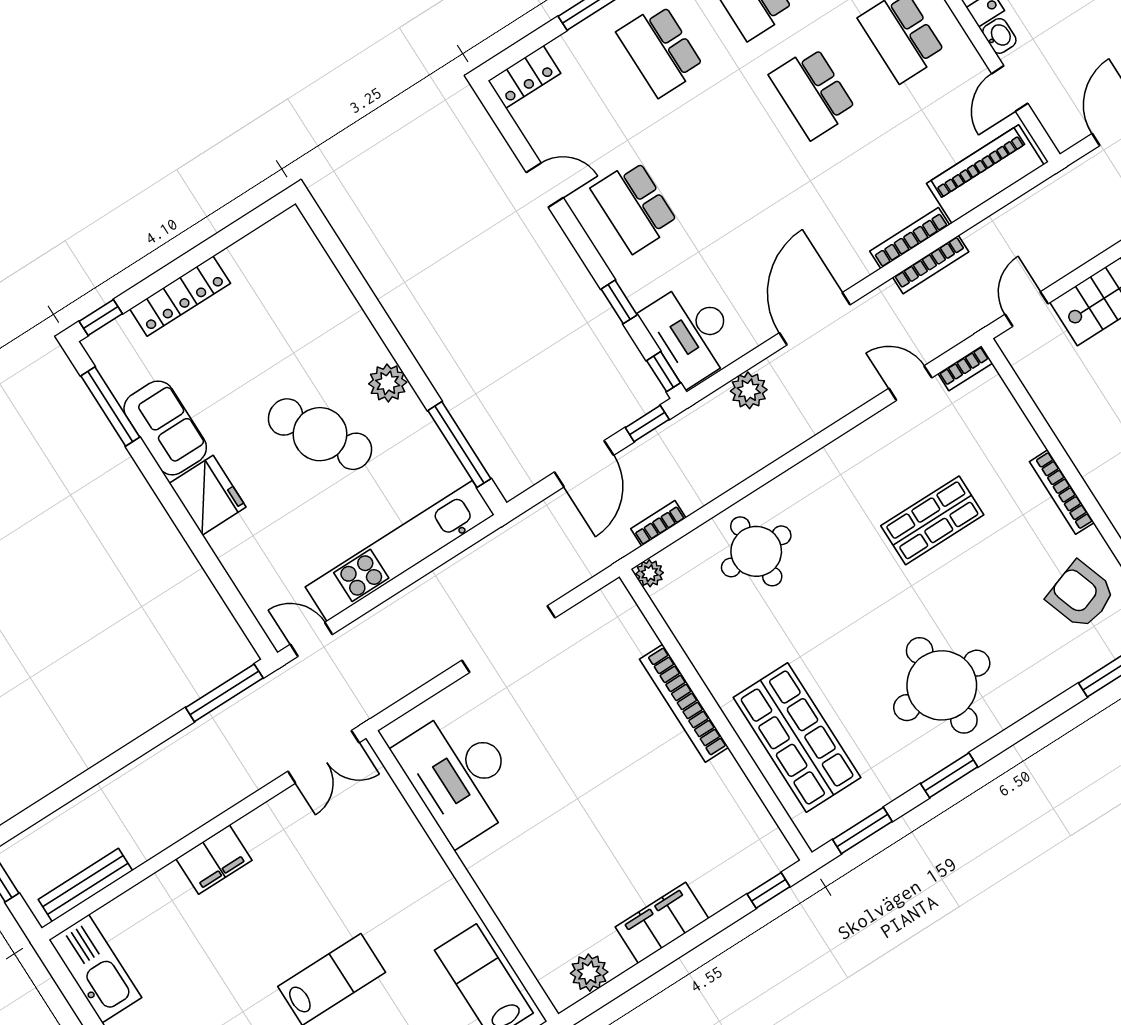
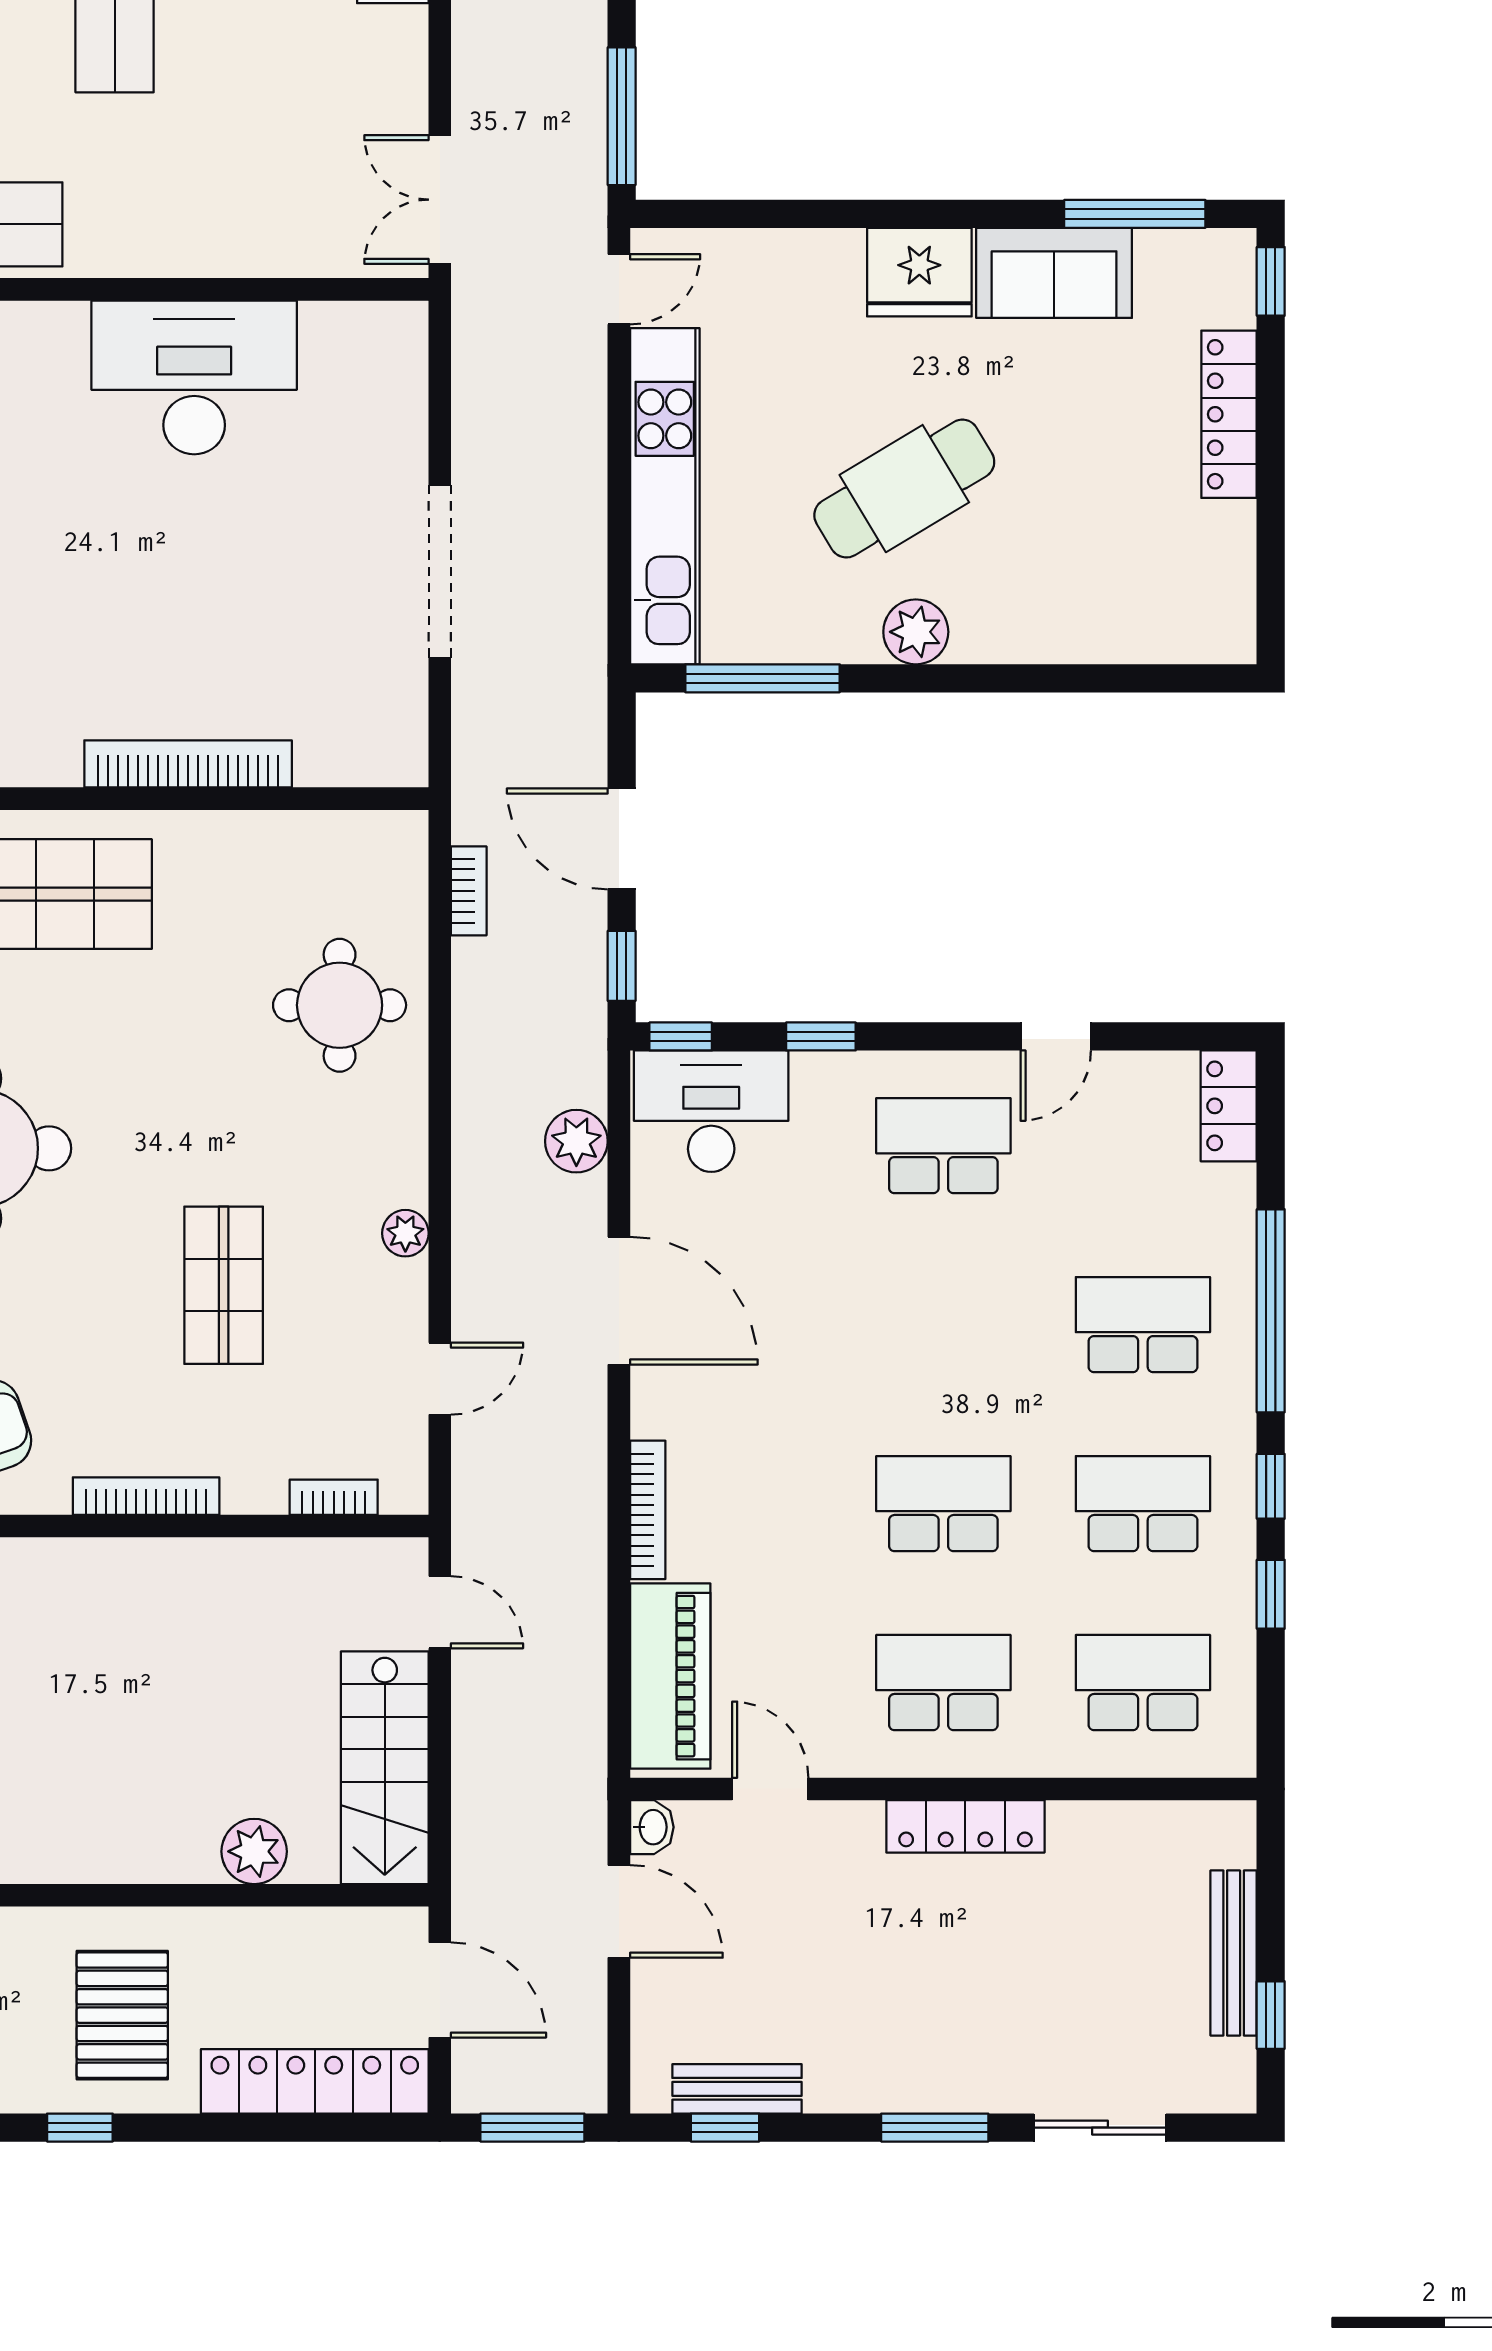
washbasin: (999, 36) -> (652, 1827), moved, turned -90
bookcase: (931, 264) -> (591, 1516), removed
bookcase: (965, 368) -> (334, 1497), moved, turned 90
plant: (650, 573) -> (405, 1233), moved
desk: (460, 775) -> (194, 377), moved

